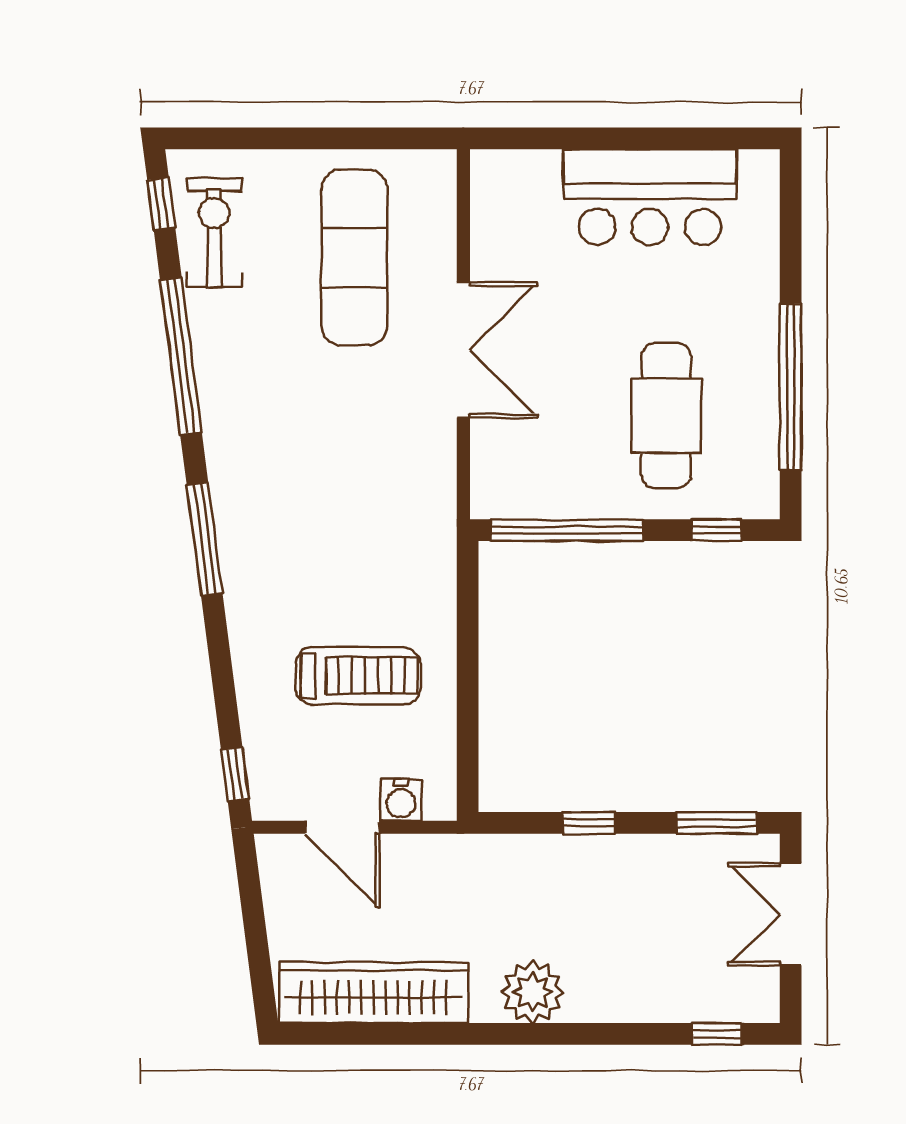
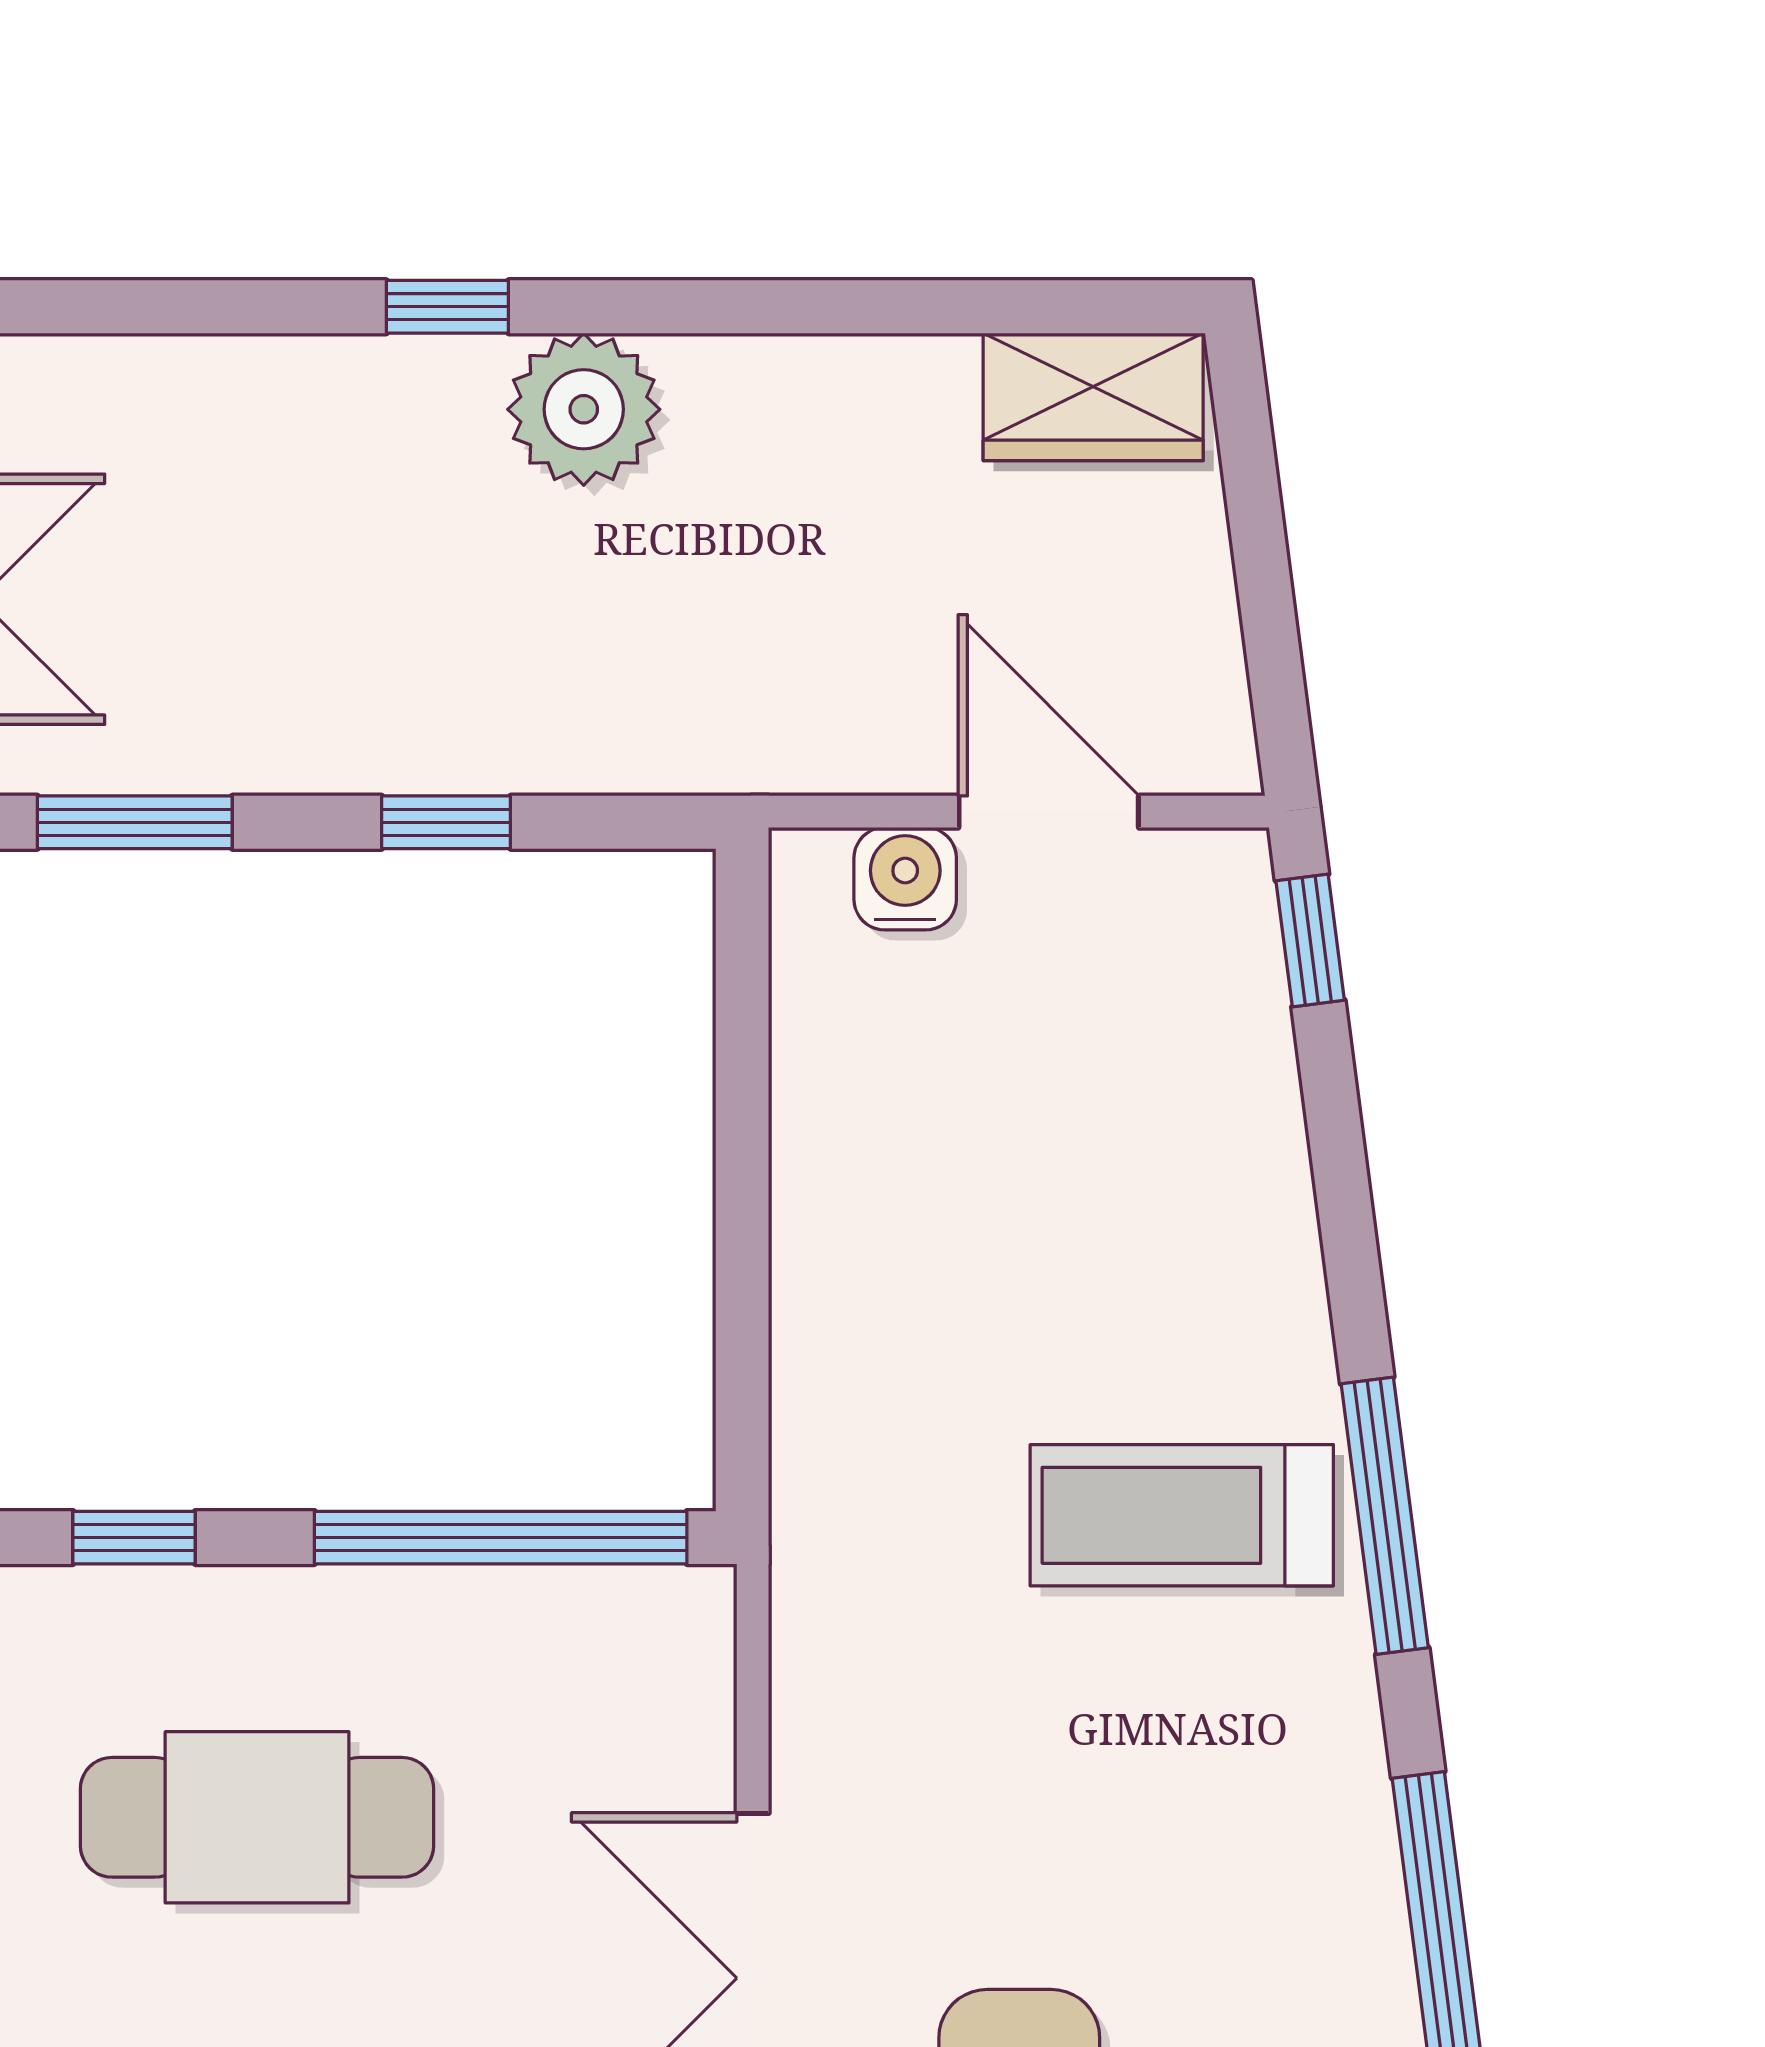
cafe table: (666, 416) -> (257, 1817), turned 90
treadmill: (358, 676) -> (1182, 1515), moved
wardrobe: (373, 993) -> (1093, 397), width x0.48, depth x0.85
window: (717, 1034) -> (447, 307), moved

